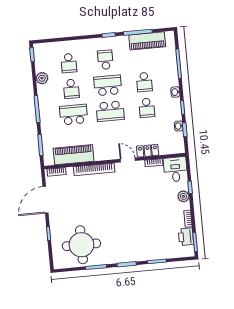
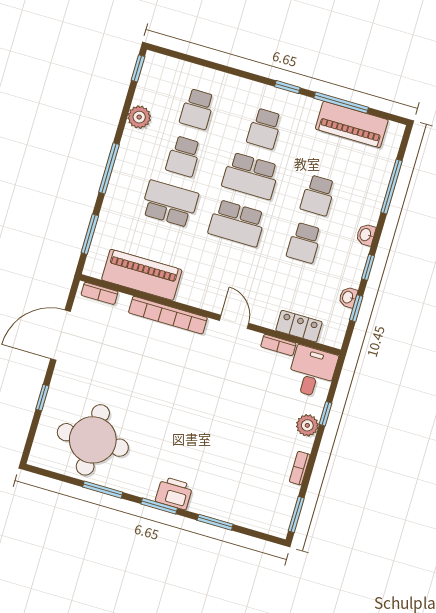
school desk: (105, 60) -> (264, 129), turned 180
school desk: (108, 85) -> (251, 176), turned 180
locker: (148, 151) -> (299, 326), moved
printer: (186, 237) -> (174, 493), moved, turned 90

